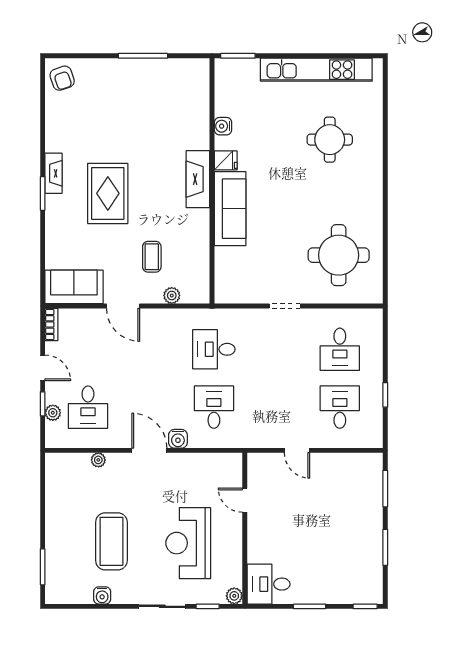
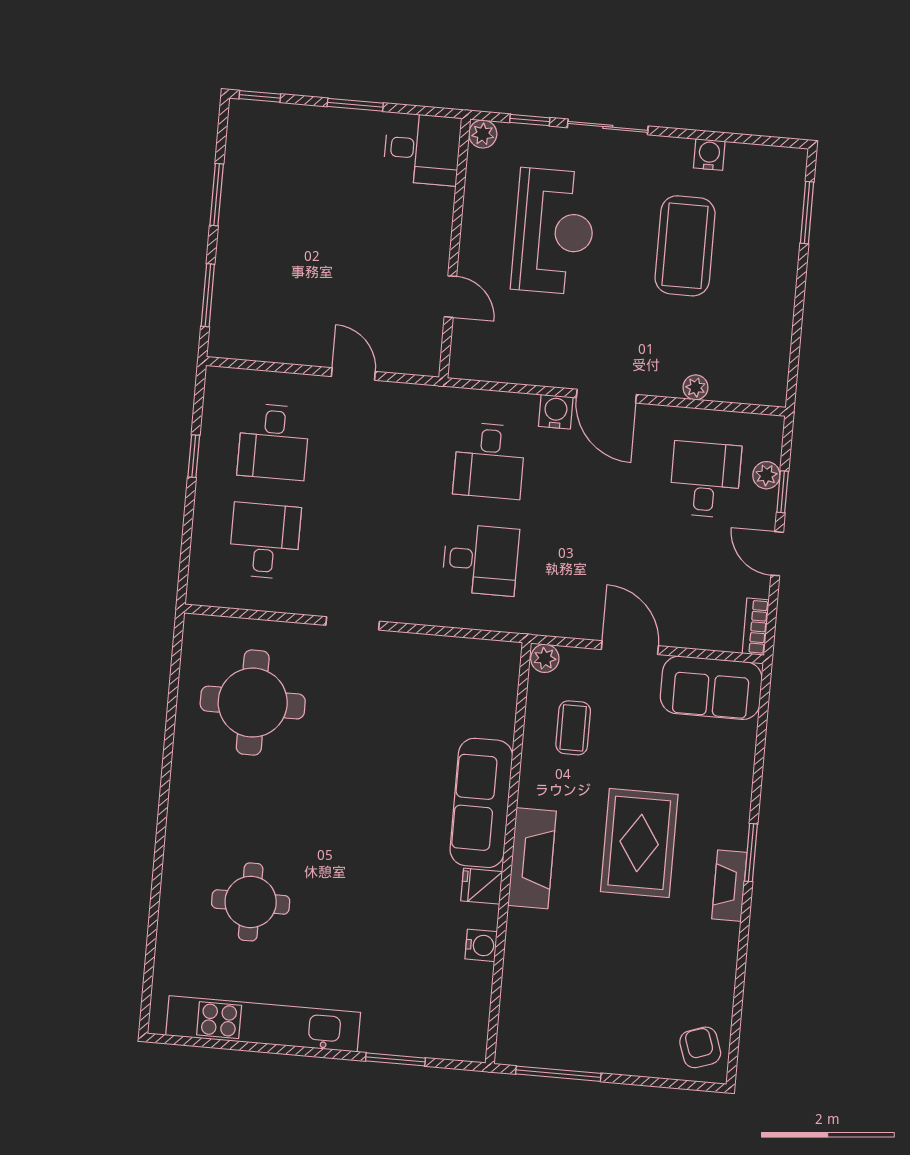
water cooler: (223, 126) -> (481, 945), moved
fridge: (226, 160) -> (482, 886), moved
fireplace: (198, 179) -> (532, 858), moved
wall: (212, 181) -> (508, 853), moved
sofa: (230, 209) -> (481, 803), moved

